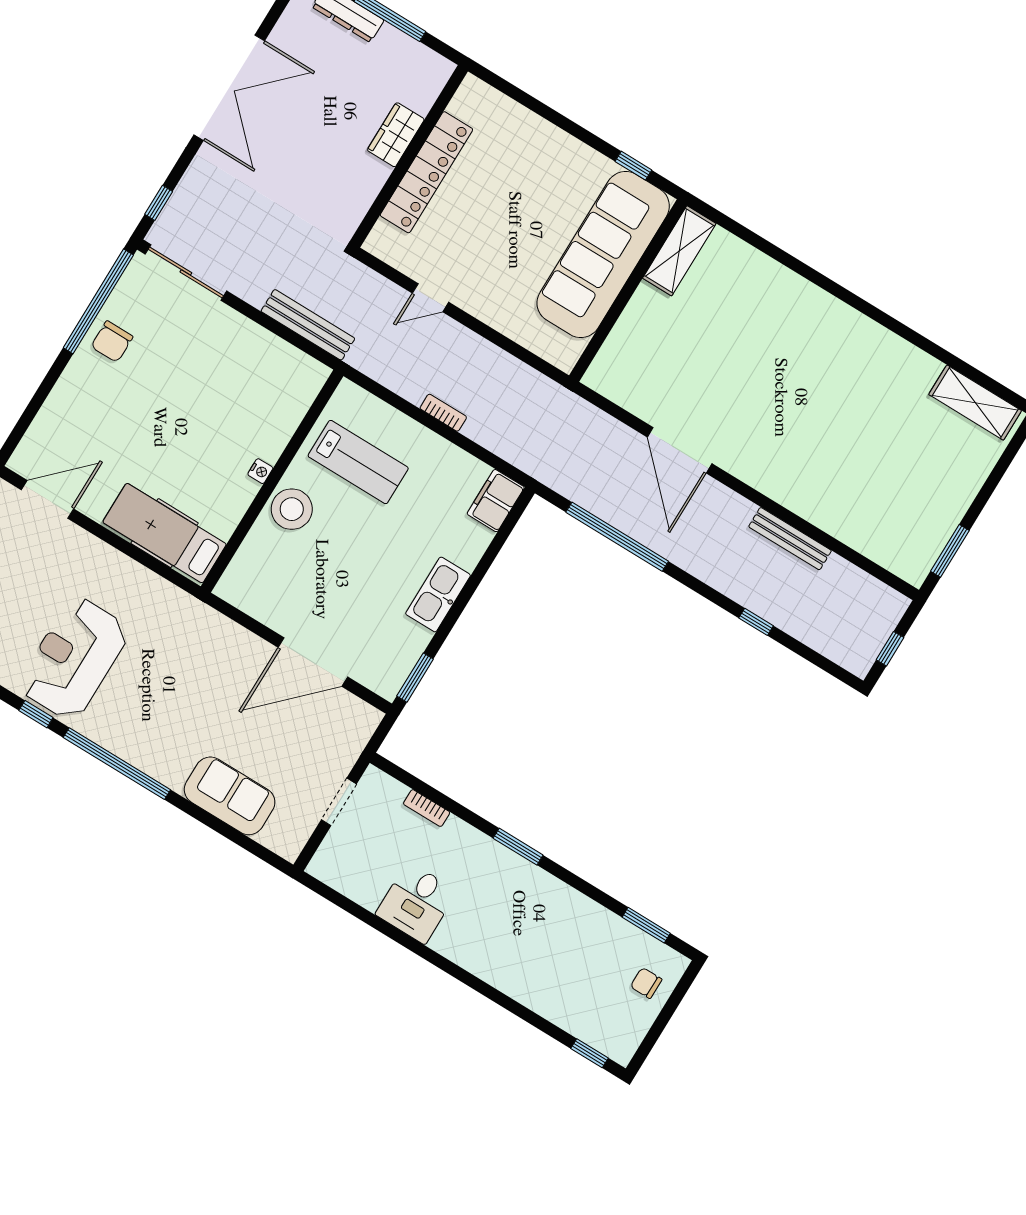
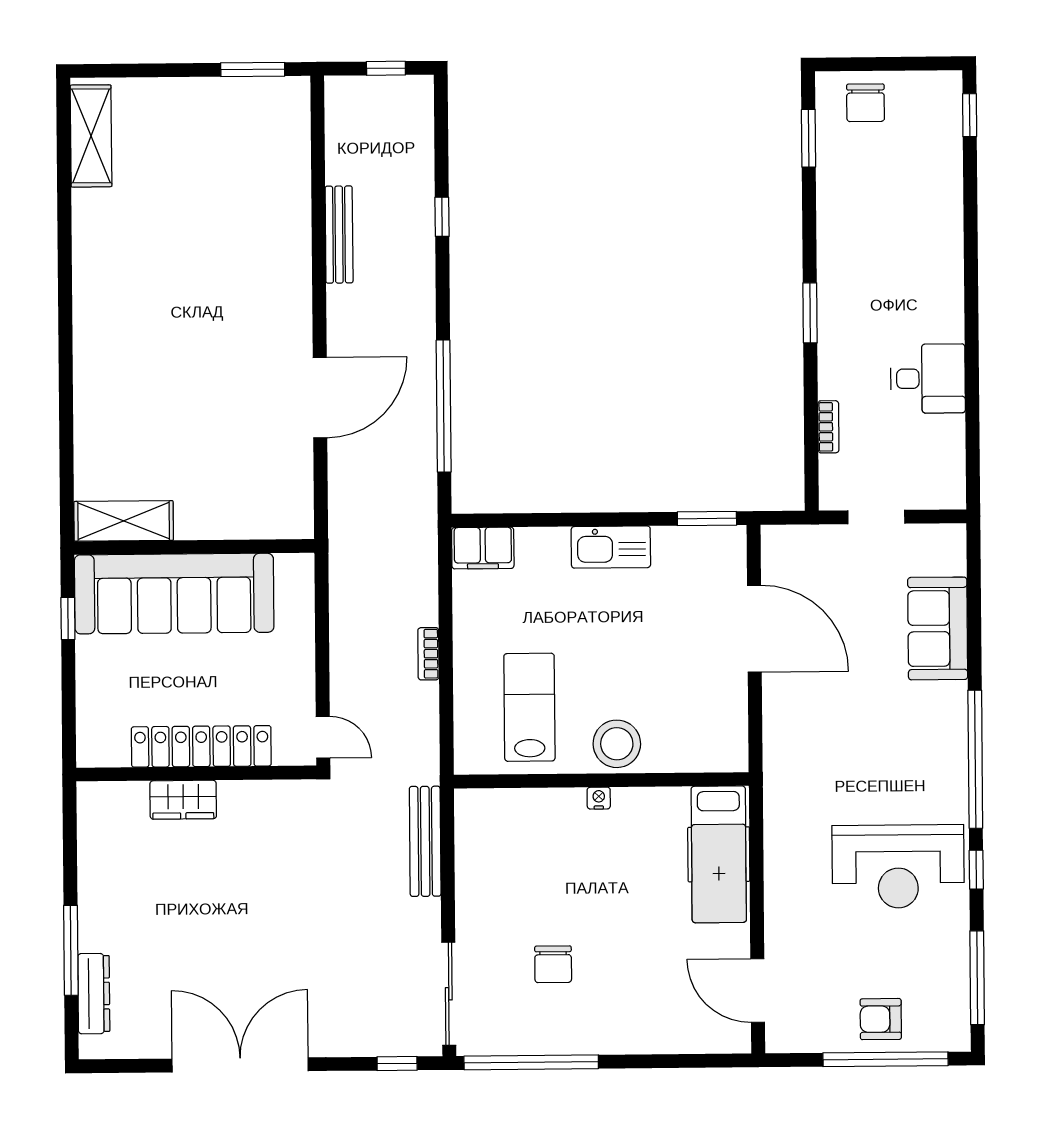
wardrobe: (396, 135) -> (183, 800), moved
wall: (409, 156) -> (196, 774), moved
locker: (426, 172) -> (201, 746), moved
chair: (112, 342) -> (553, 964), moved, turned 90
chair: (646, 983) -> (866, 103), width x1.37, depth x1.37

